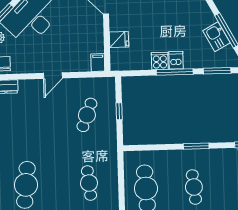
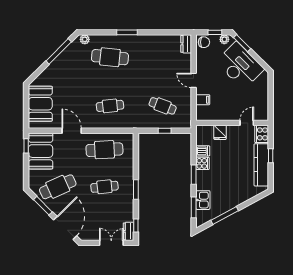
kitchen sink: (216, 37) -> (203, 200), moved, turned 118
dishwasher: (176, 60) -> (203, 151), moved
filing cabinet: (98, 62) -> (203, 100), moved
window: (175, 72) -> (194, 175), width x0.69

